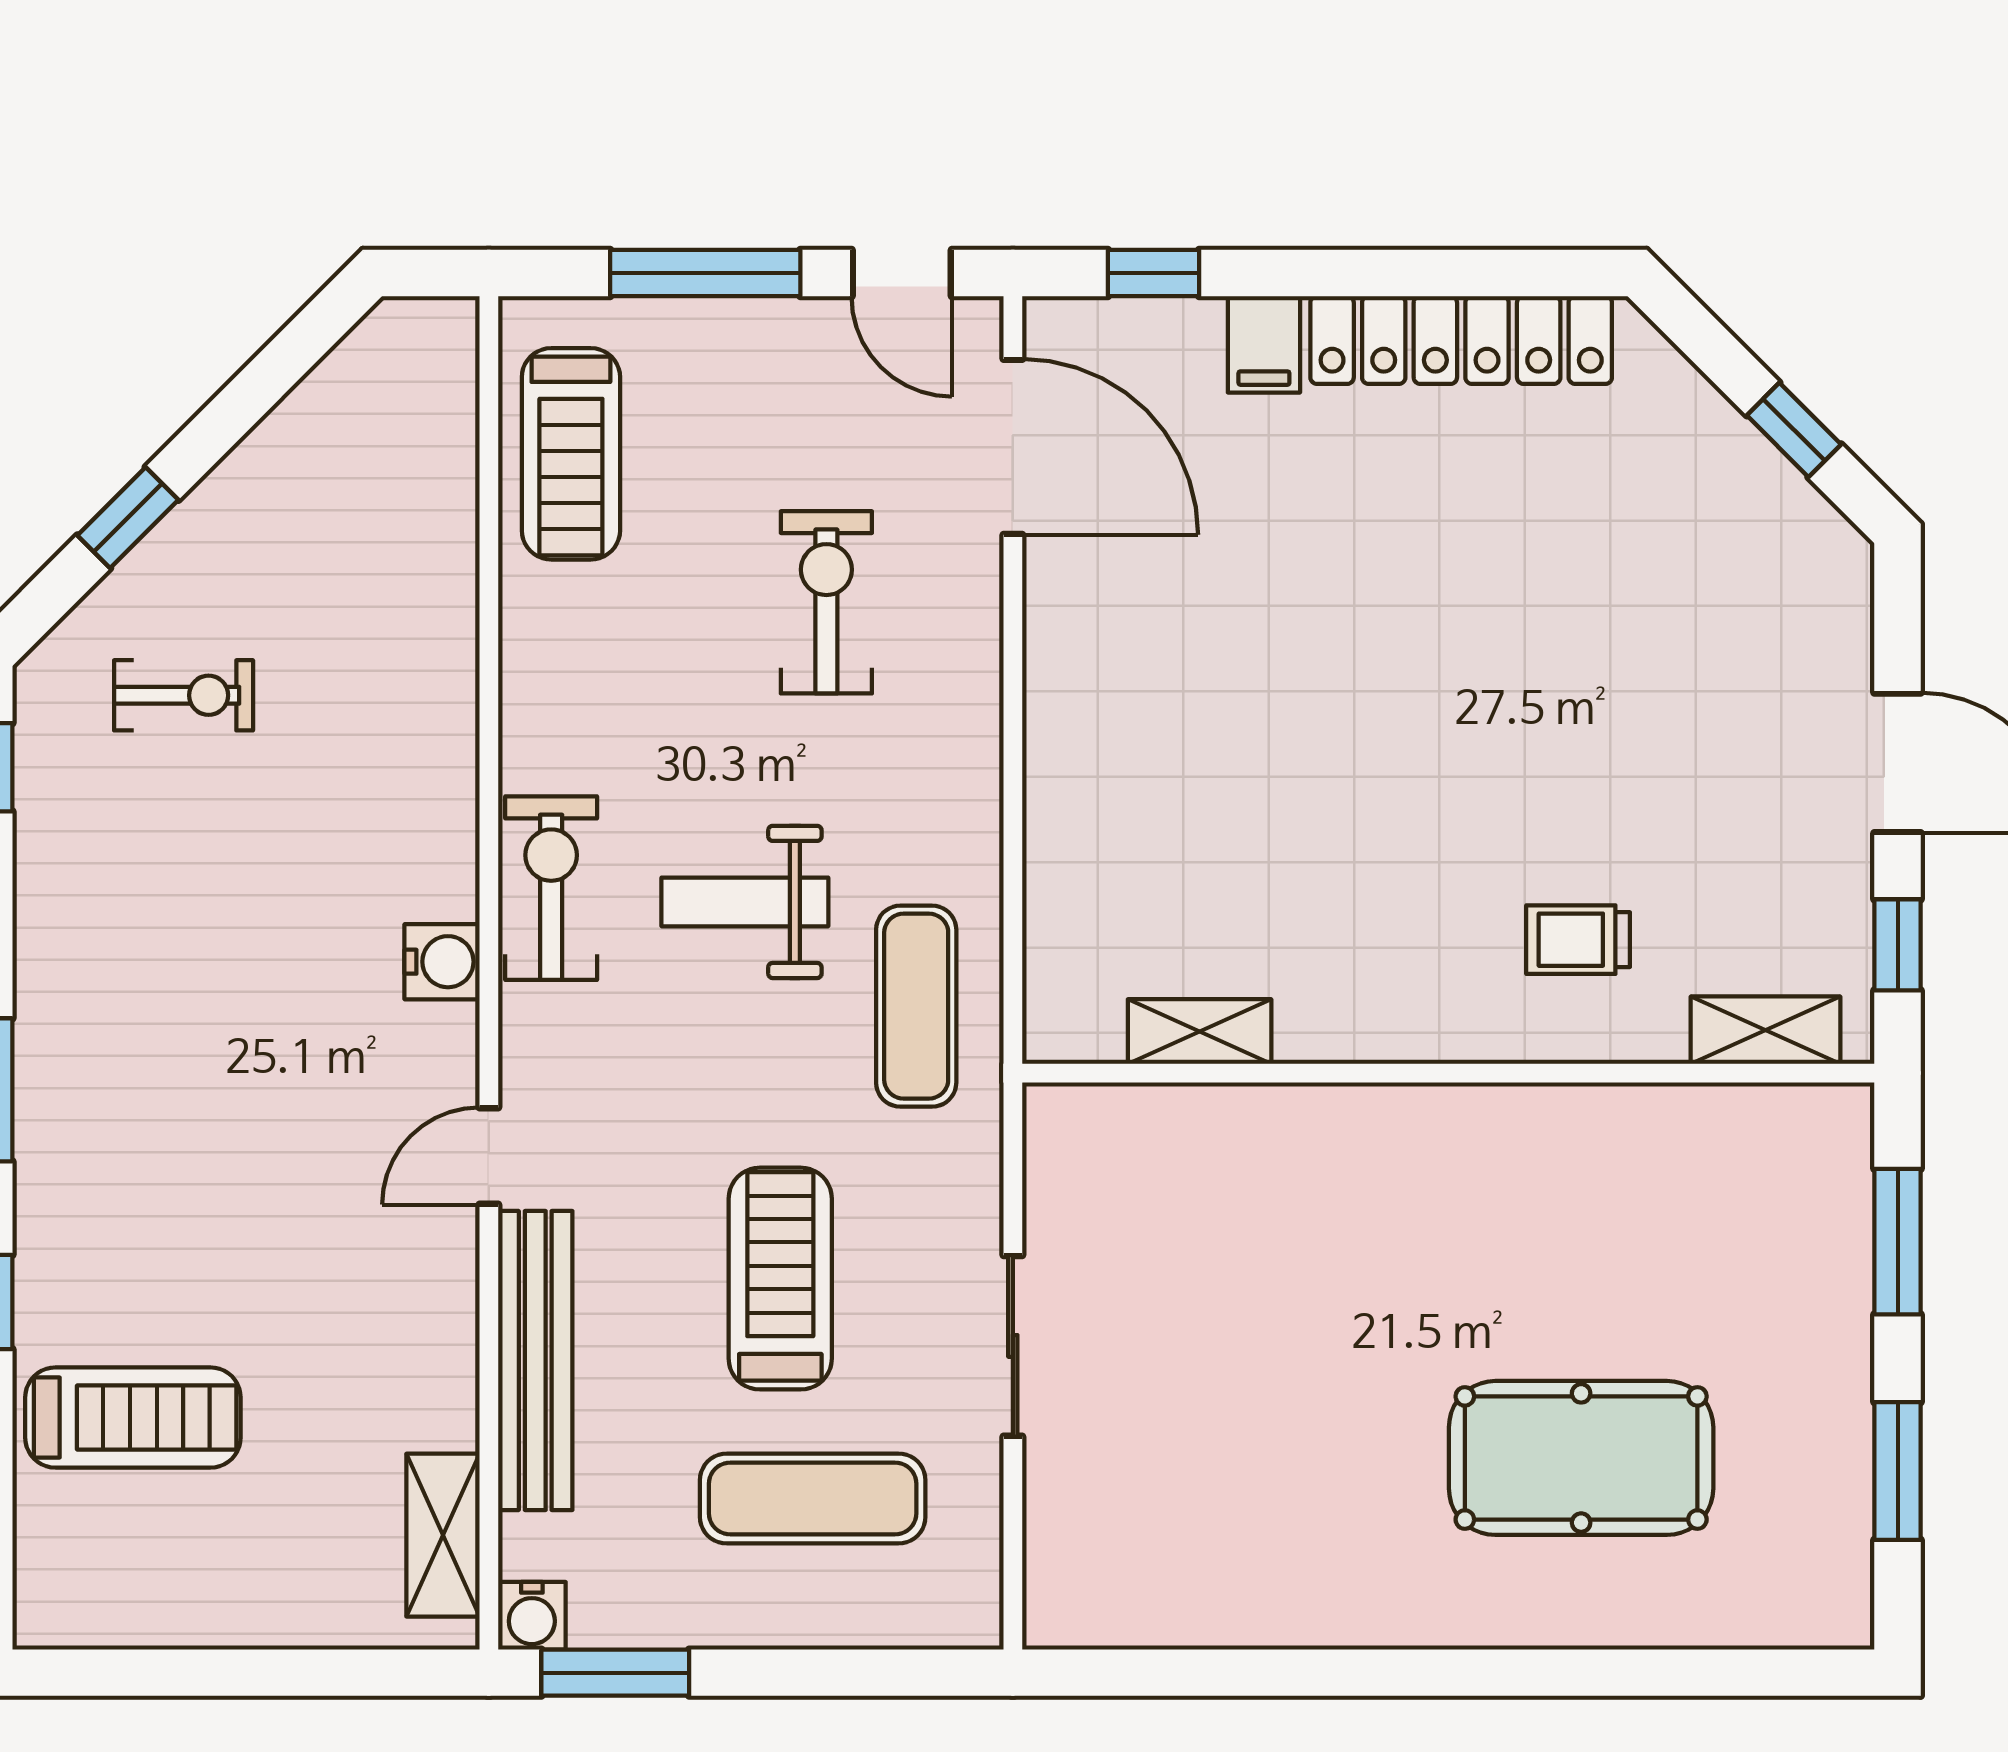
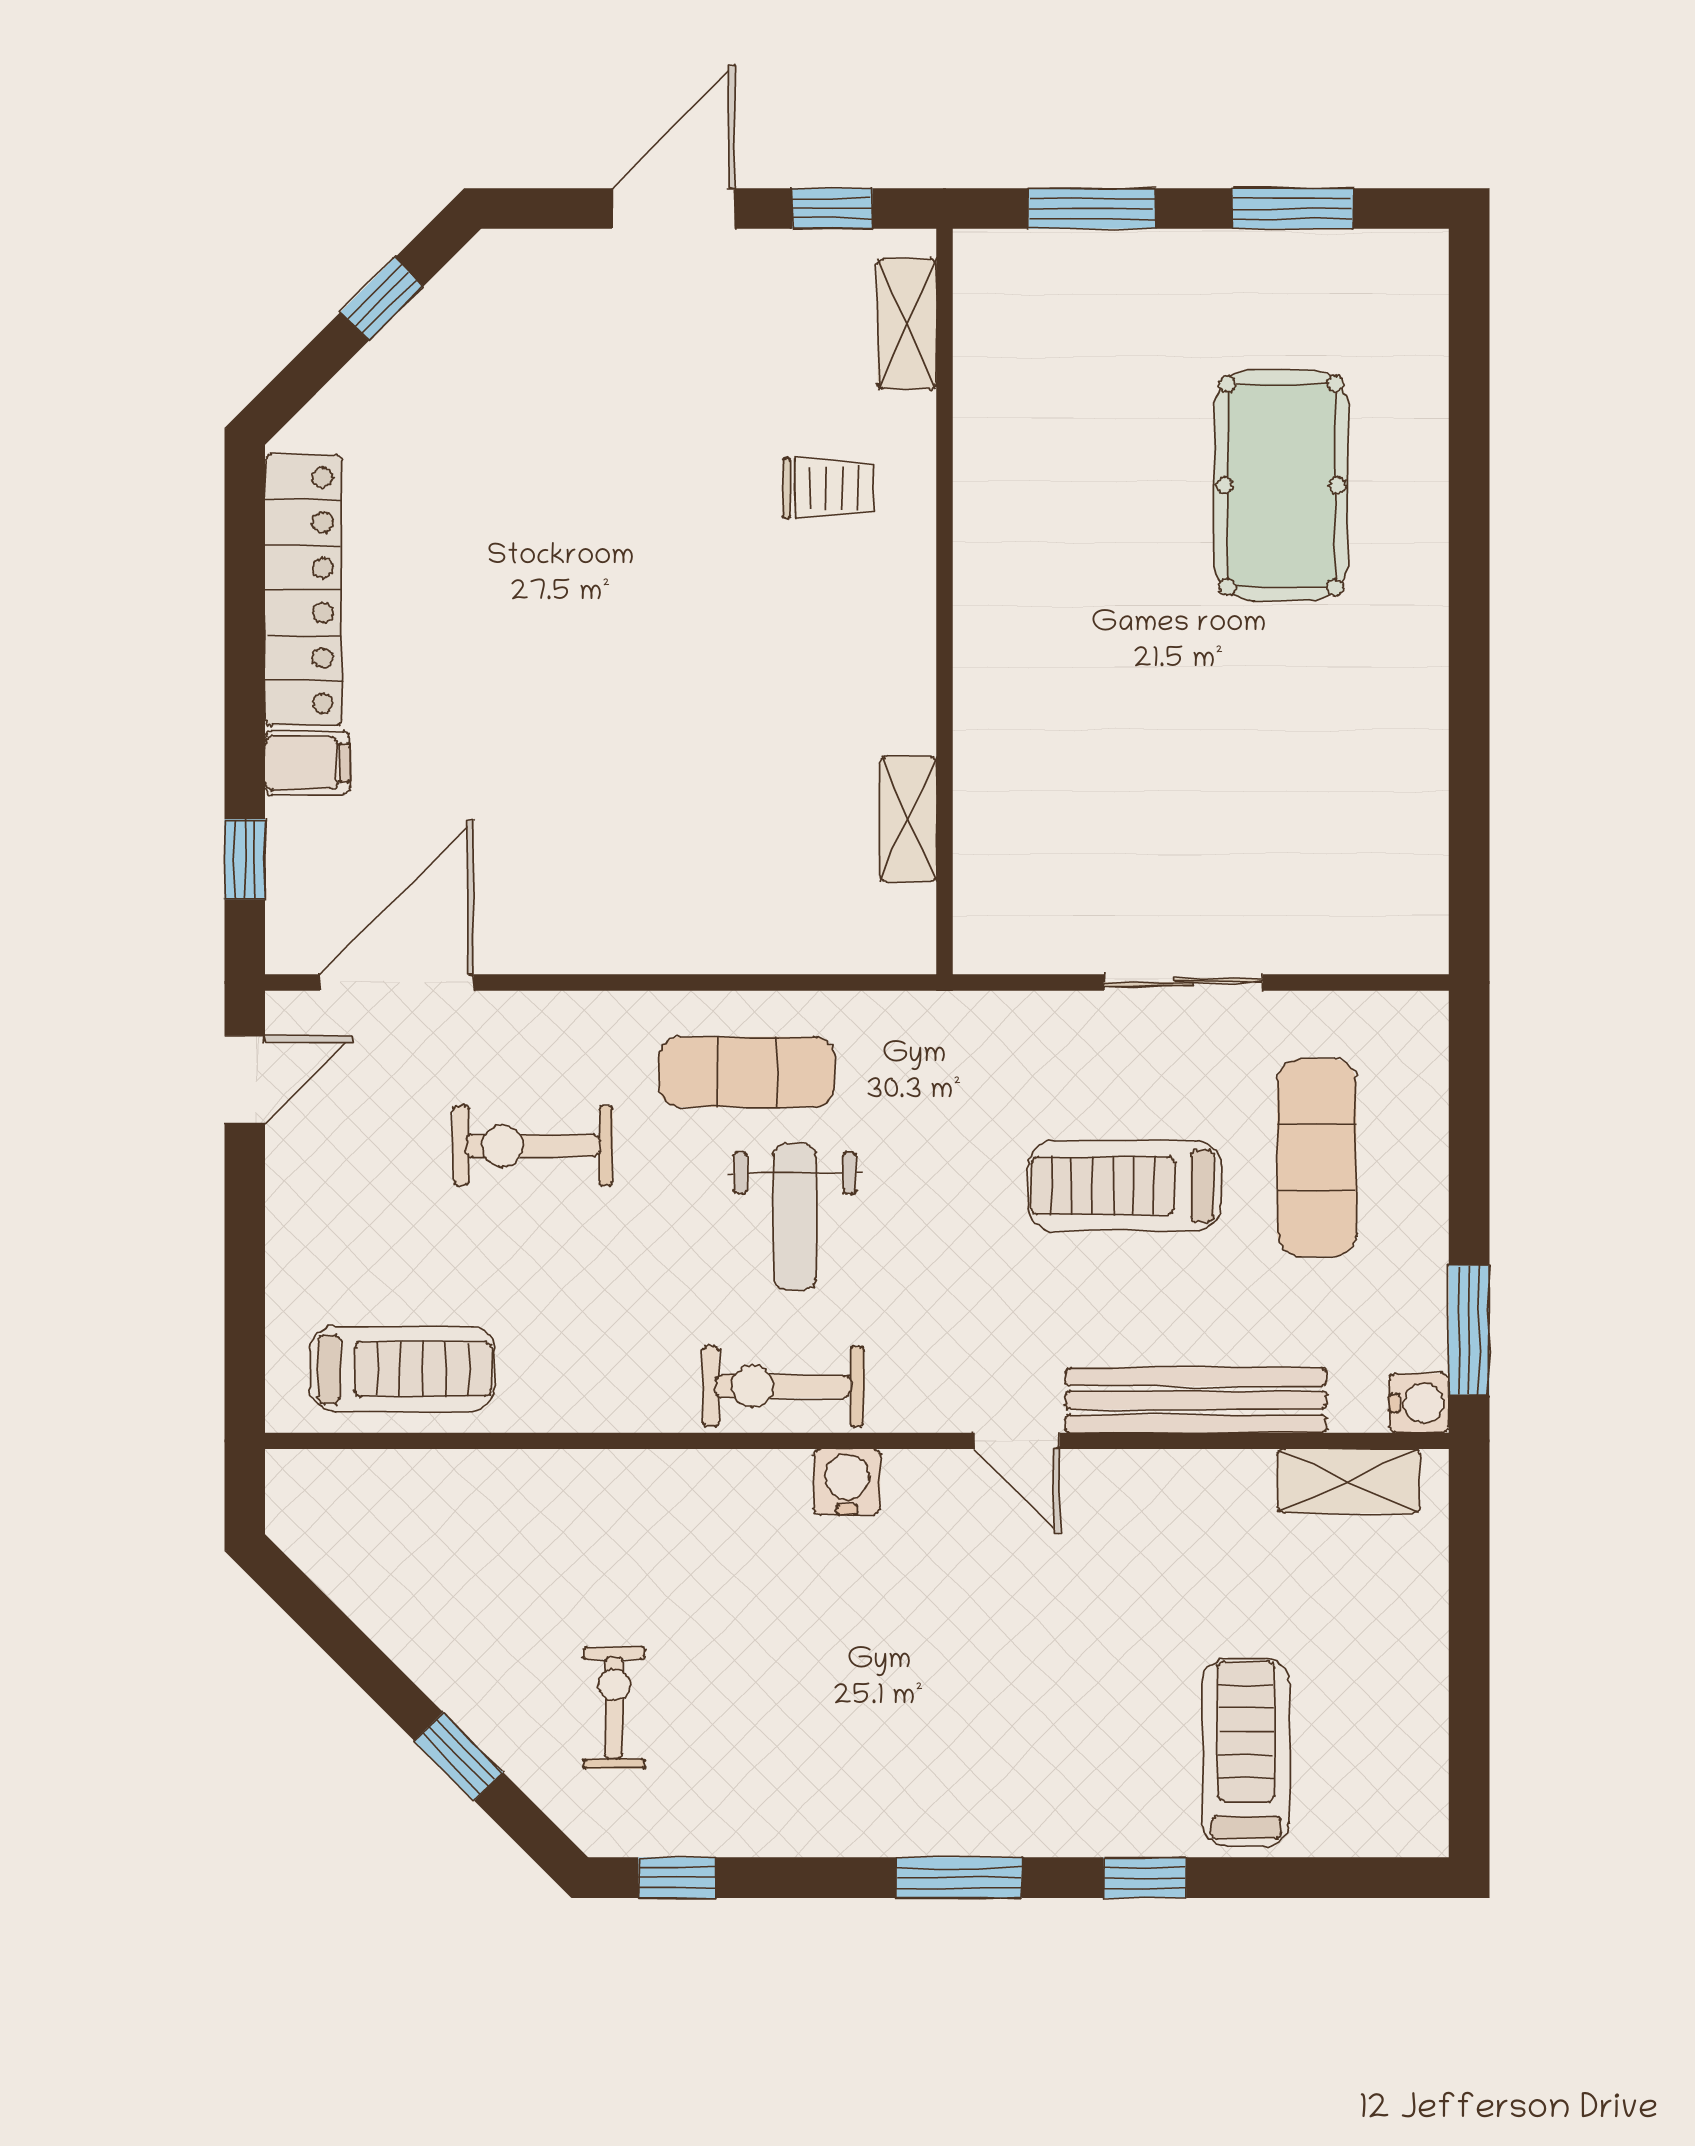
window: (705, 273) -> (245, 1252), removed
trolley: (1578, 940) -> (828, 488), turned -90
exercise mat: (916, 1006) -> (747, 1072), moved

